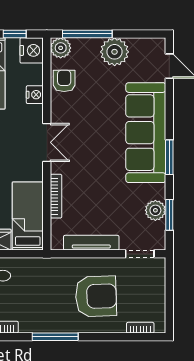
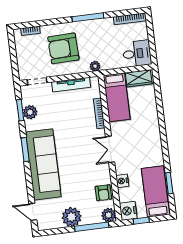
plant: (53, 265) -> (95, 66), added

